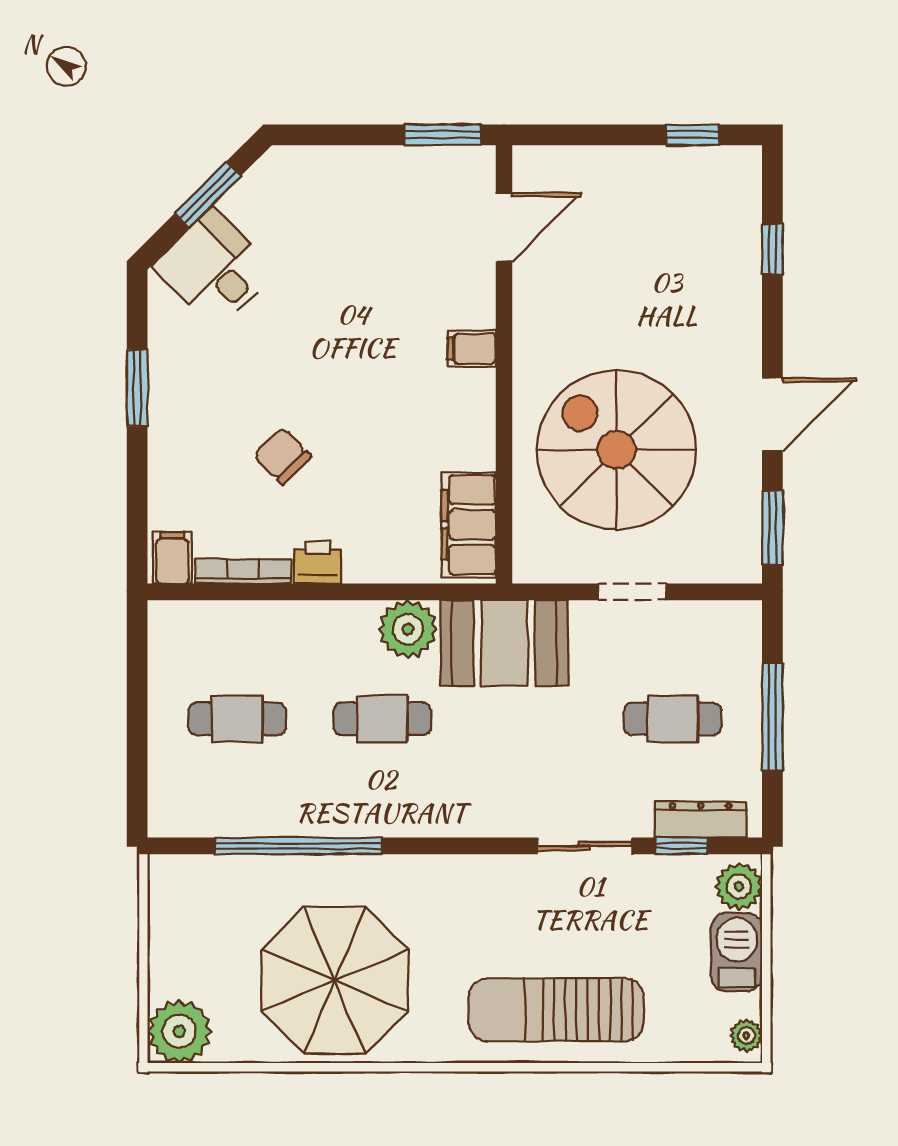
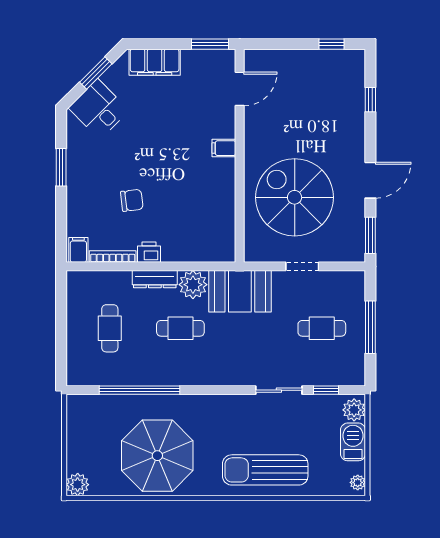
chair: (282, 456) -> (132, 200), turned 128
filing cabinet: (469, 525) -> (155, 62), moved, turned -90
cafe table: (237, 719) -> (110, 328), turned 90
dresser: (701, 820) -> (155, 279), moved, turned 180
plant: (179, 1031) -> (78, 485), width x0.73, depth x0.73

